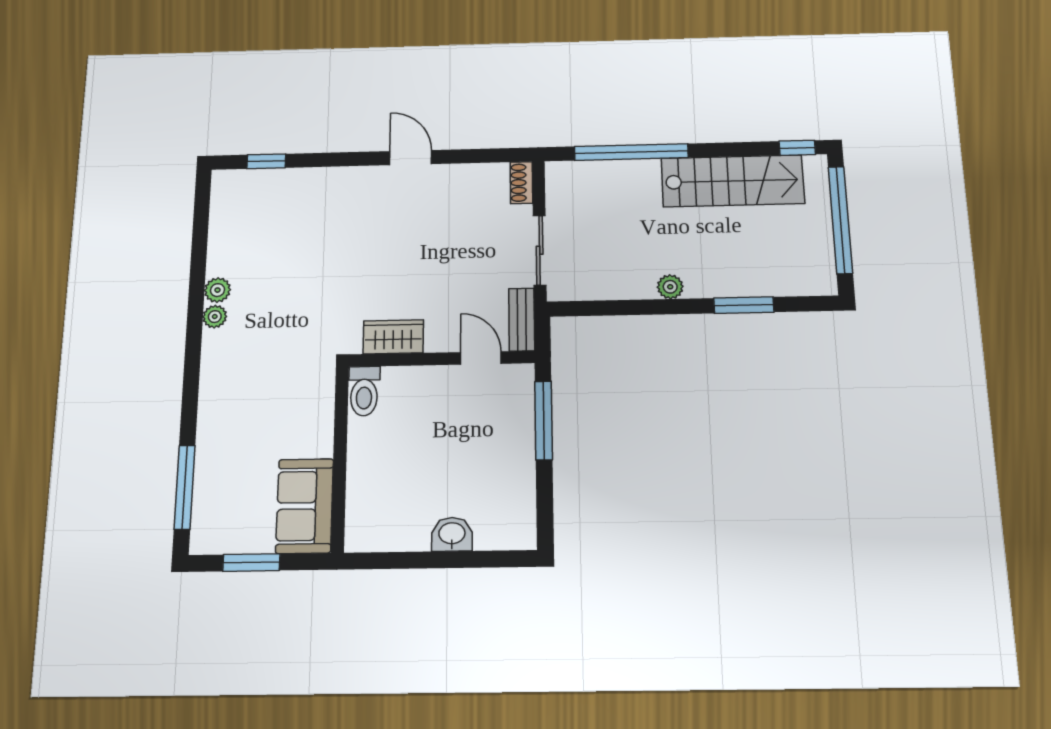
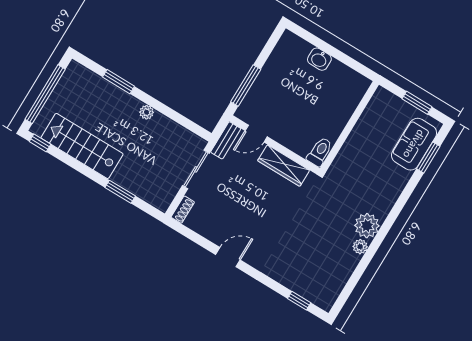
window: (631, 152) -> (120, 192), width x0.47
door: (411, 158) -> (228, 257), swing flipped
plant: (215, 317) -> (367, 226), width x1.88, depth x1.88
wardrobe: (393, 337) -> (284, 166), width x1.50
door: (481, 358) -> (256, 134), hinge flipped
window: (185, 487) -> (428, 158), width x0.69
sofa: (305, 506) -> (414, 144), moved, turned 180

